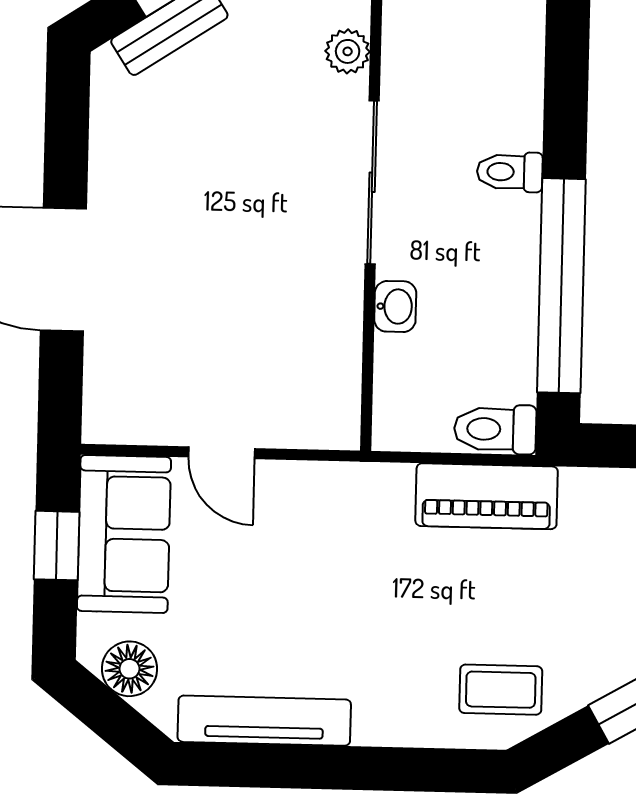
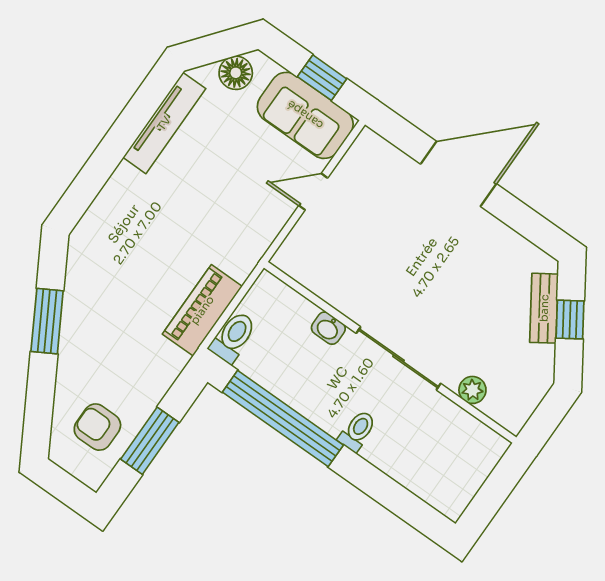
coffee table: (501, 690) -> (100, 252), removed

